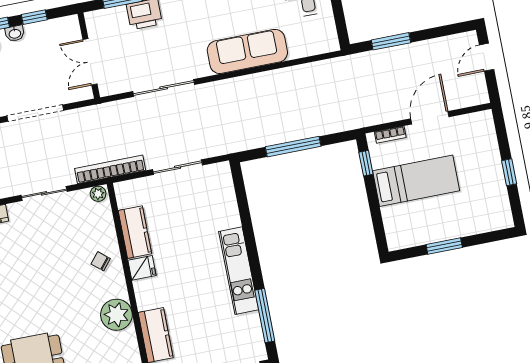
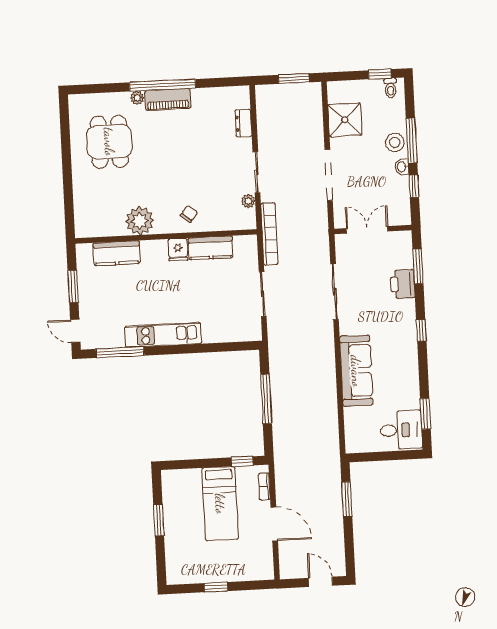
plant: (98, 194) -> (248, 201), moved

